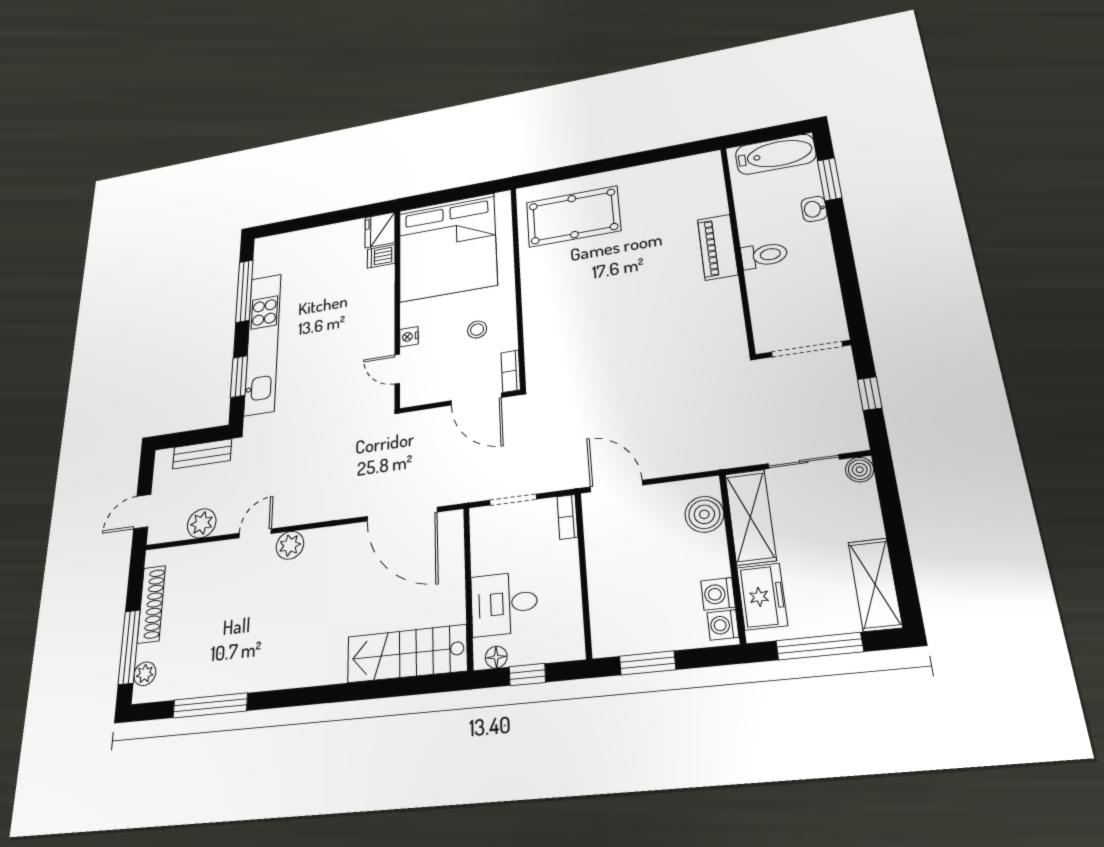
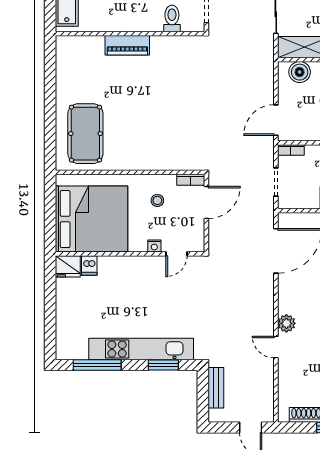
toilet: (764, 255) -> (172, 18), moved
plant: (202, 523) -> (264, 384), removed

